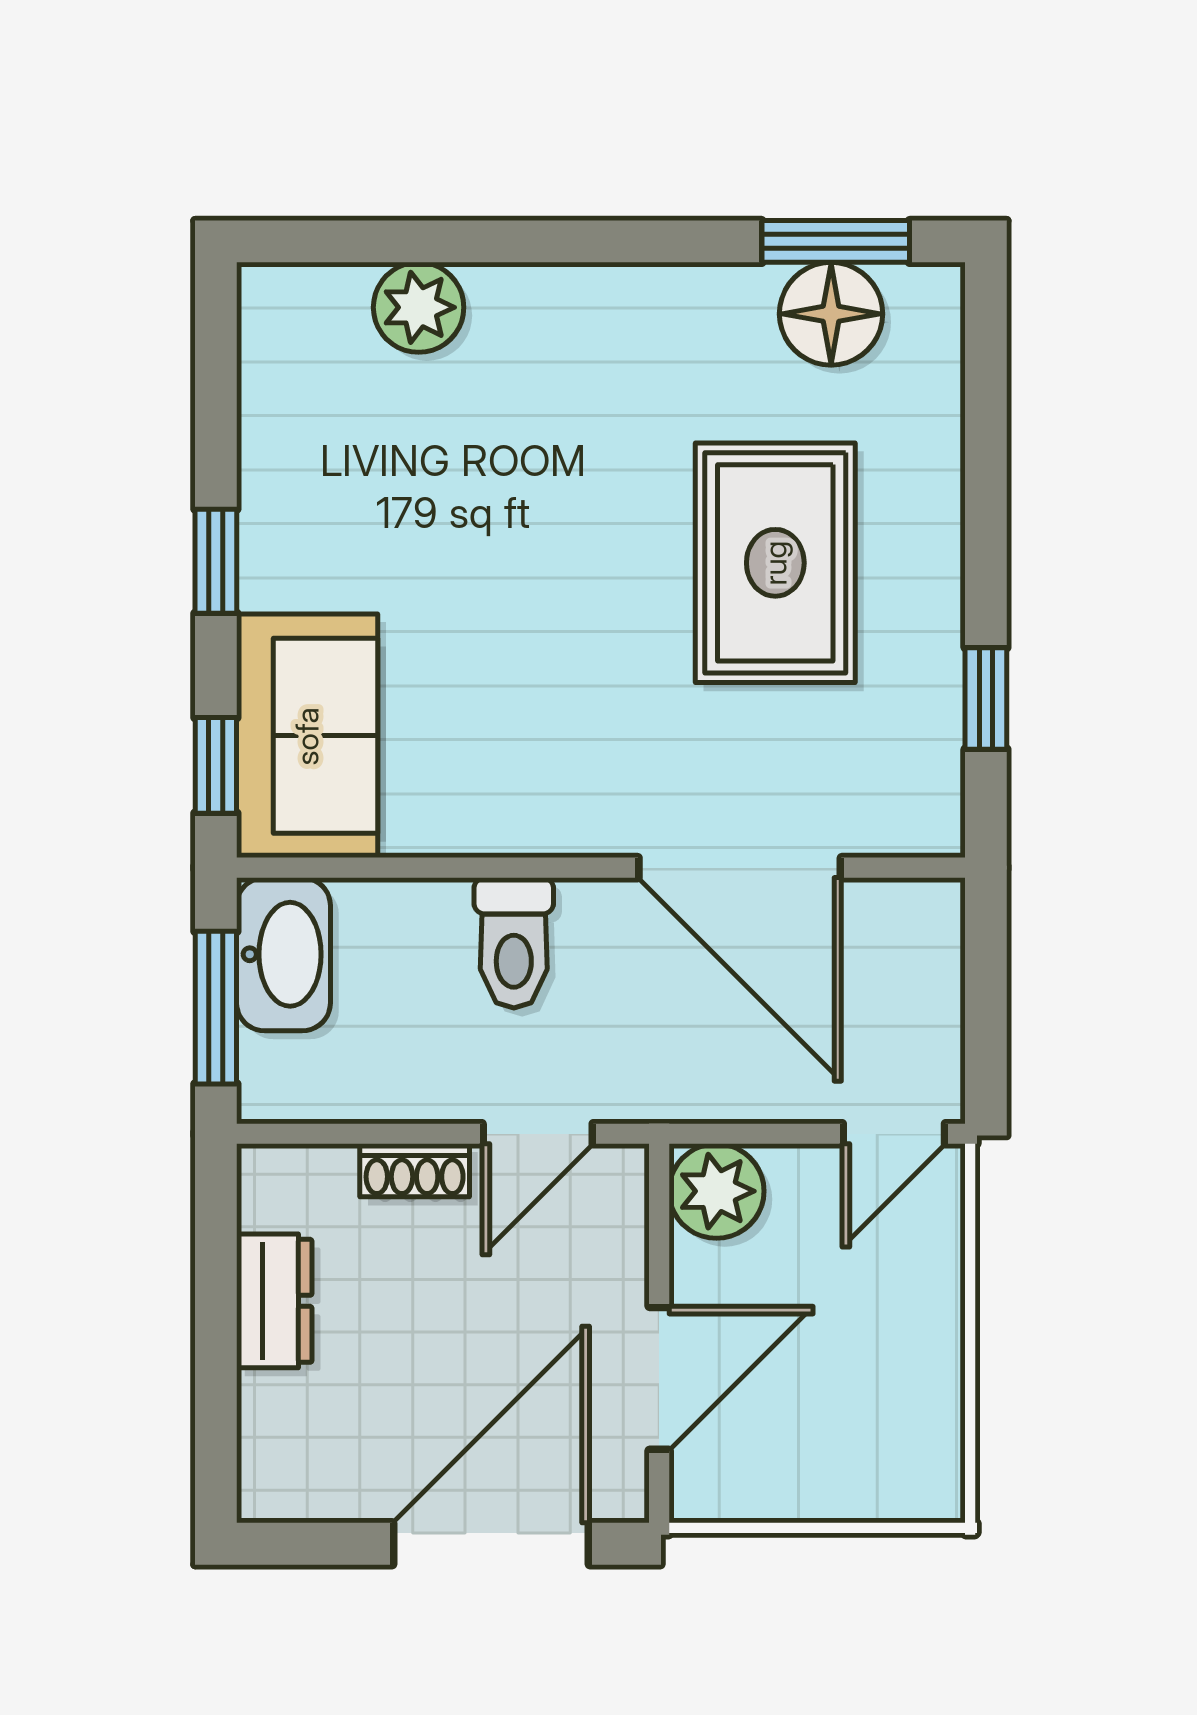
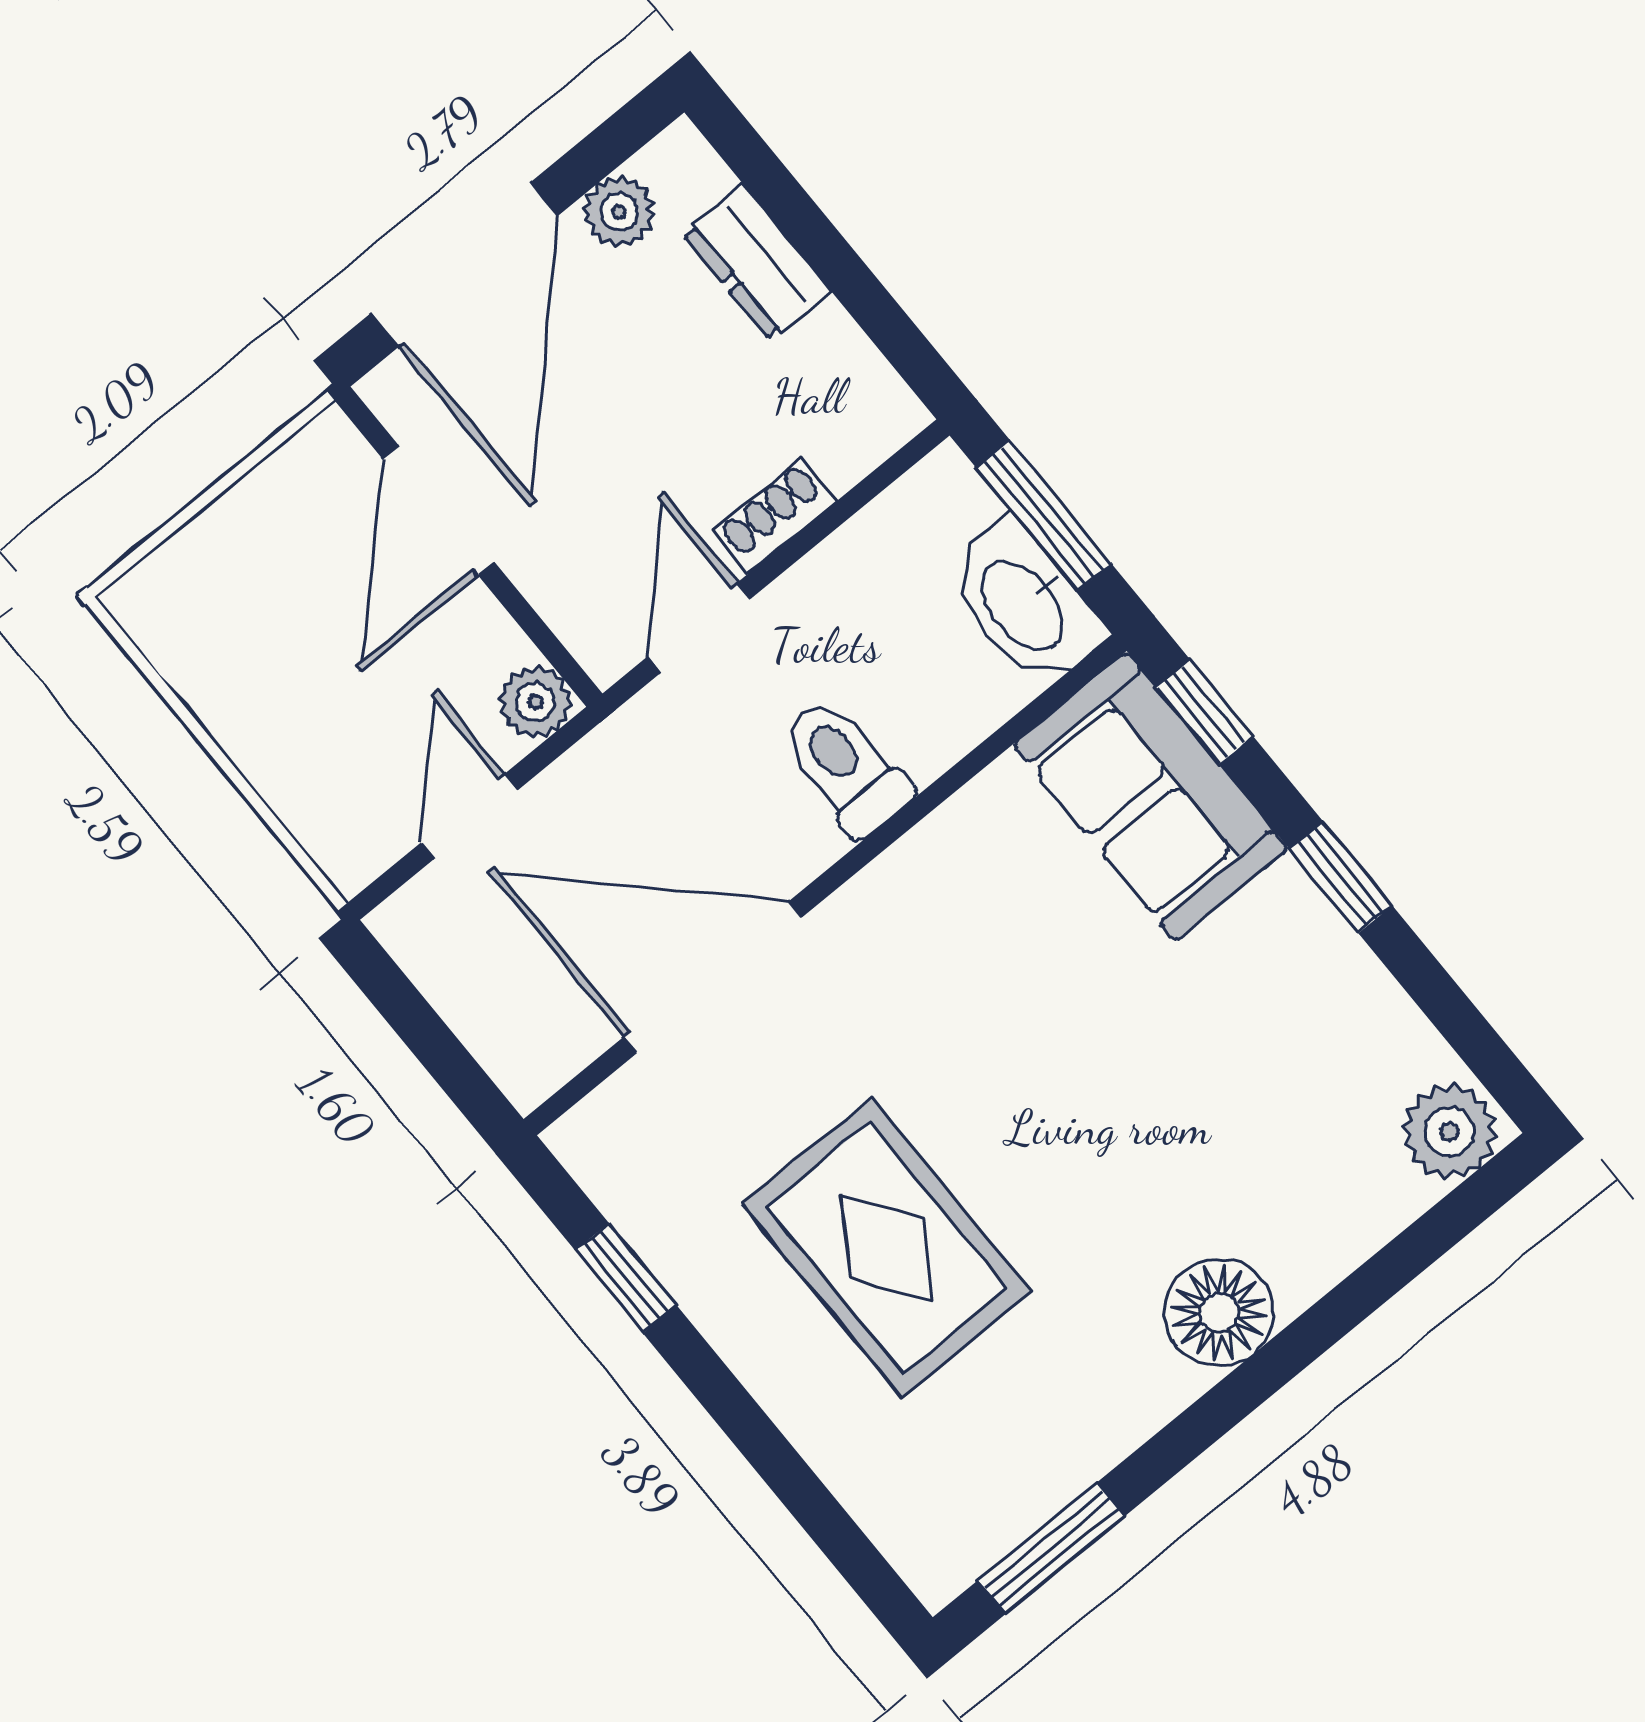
plant: (419, 307) -> (1449, 1132), moved
floor lamp: (831, 314) -> (1219, 1312), moved
door: (894, 1134) -> (469, 816), moved
plant: (716, 1191) -> (535, 702), width x0.73, depth x0.73
dresser: (274, 1301) -> (756, 262), moved
plant: (345, 1489) -> (619, 212), added

